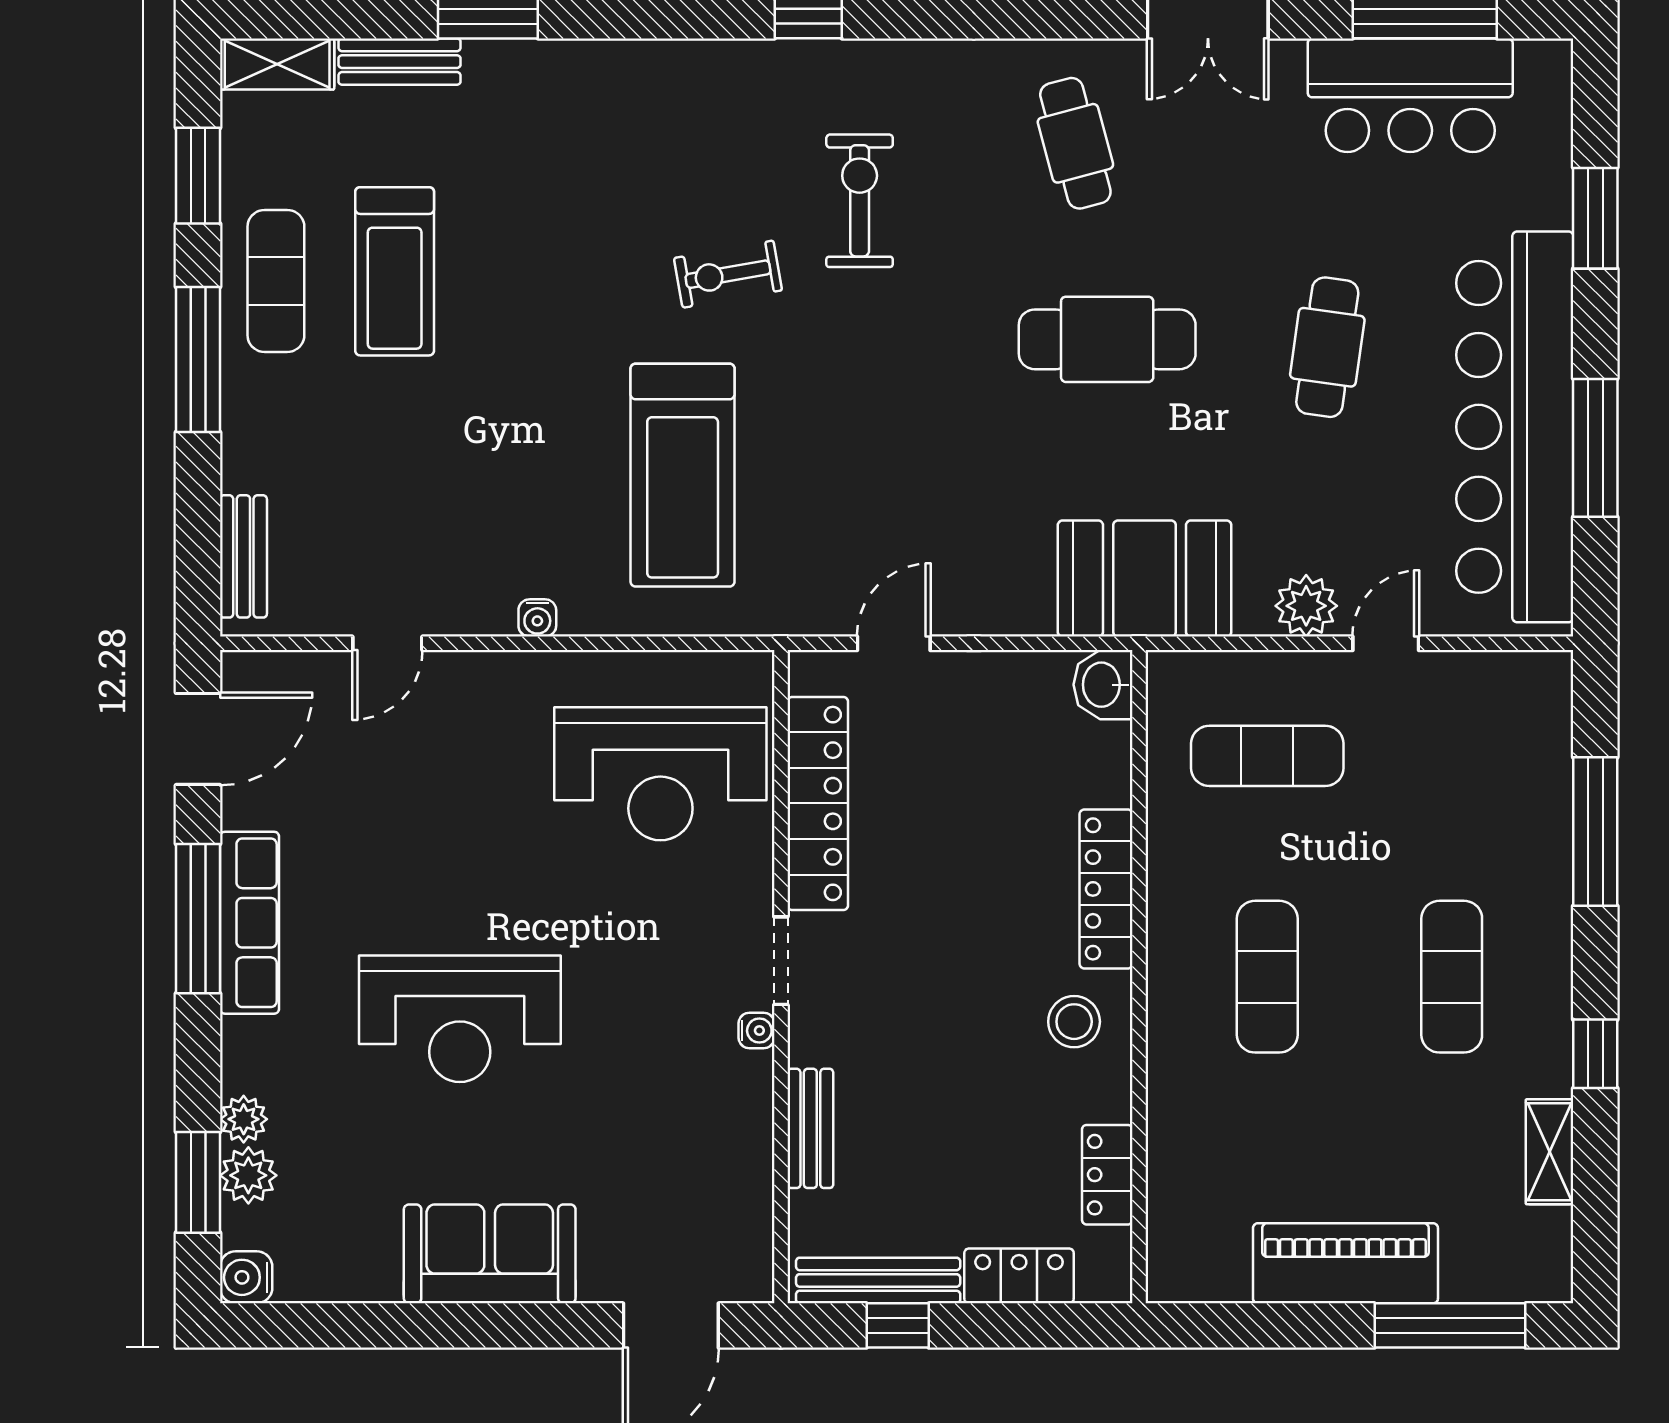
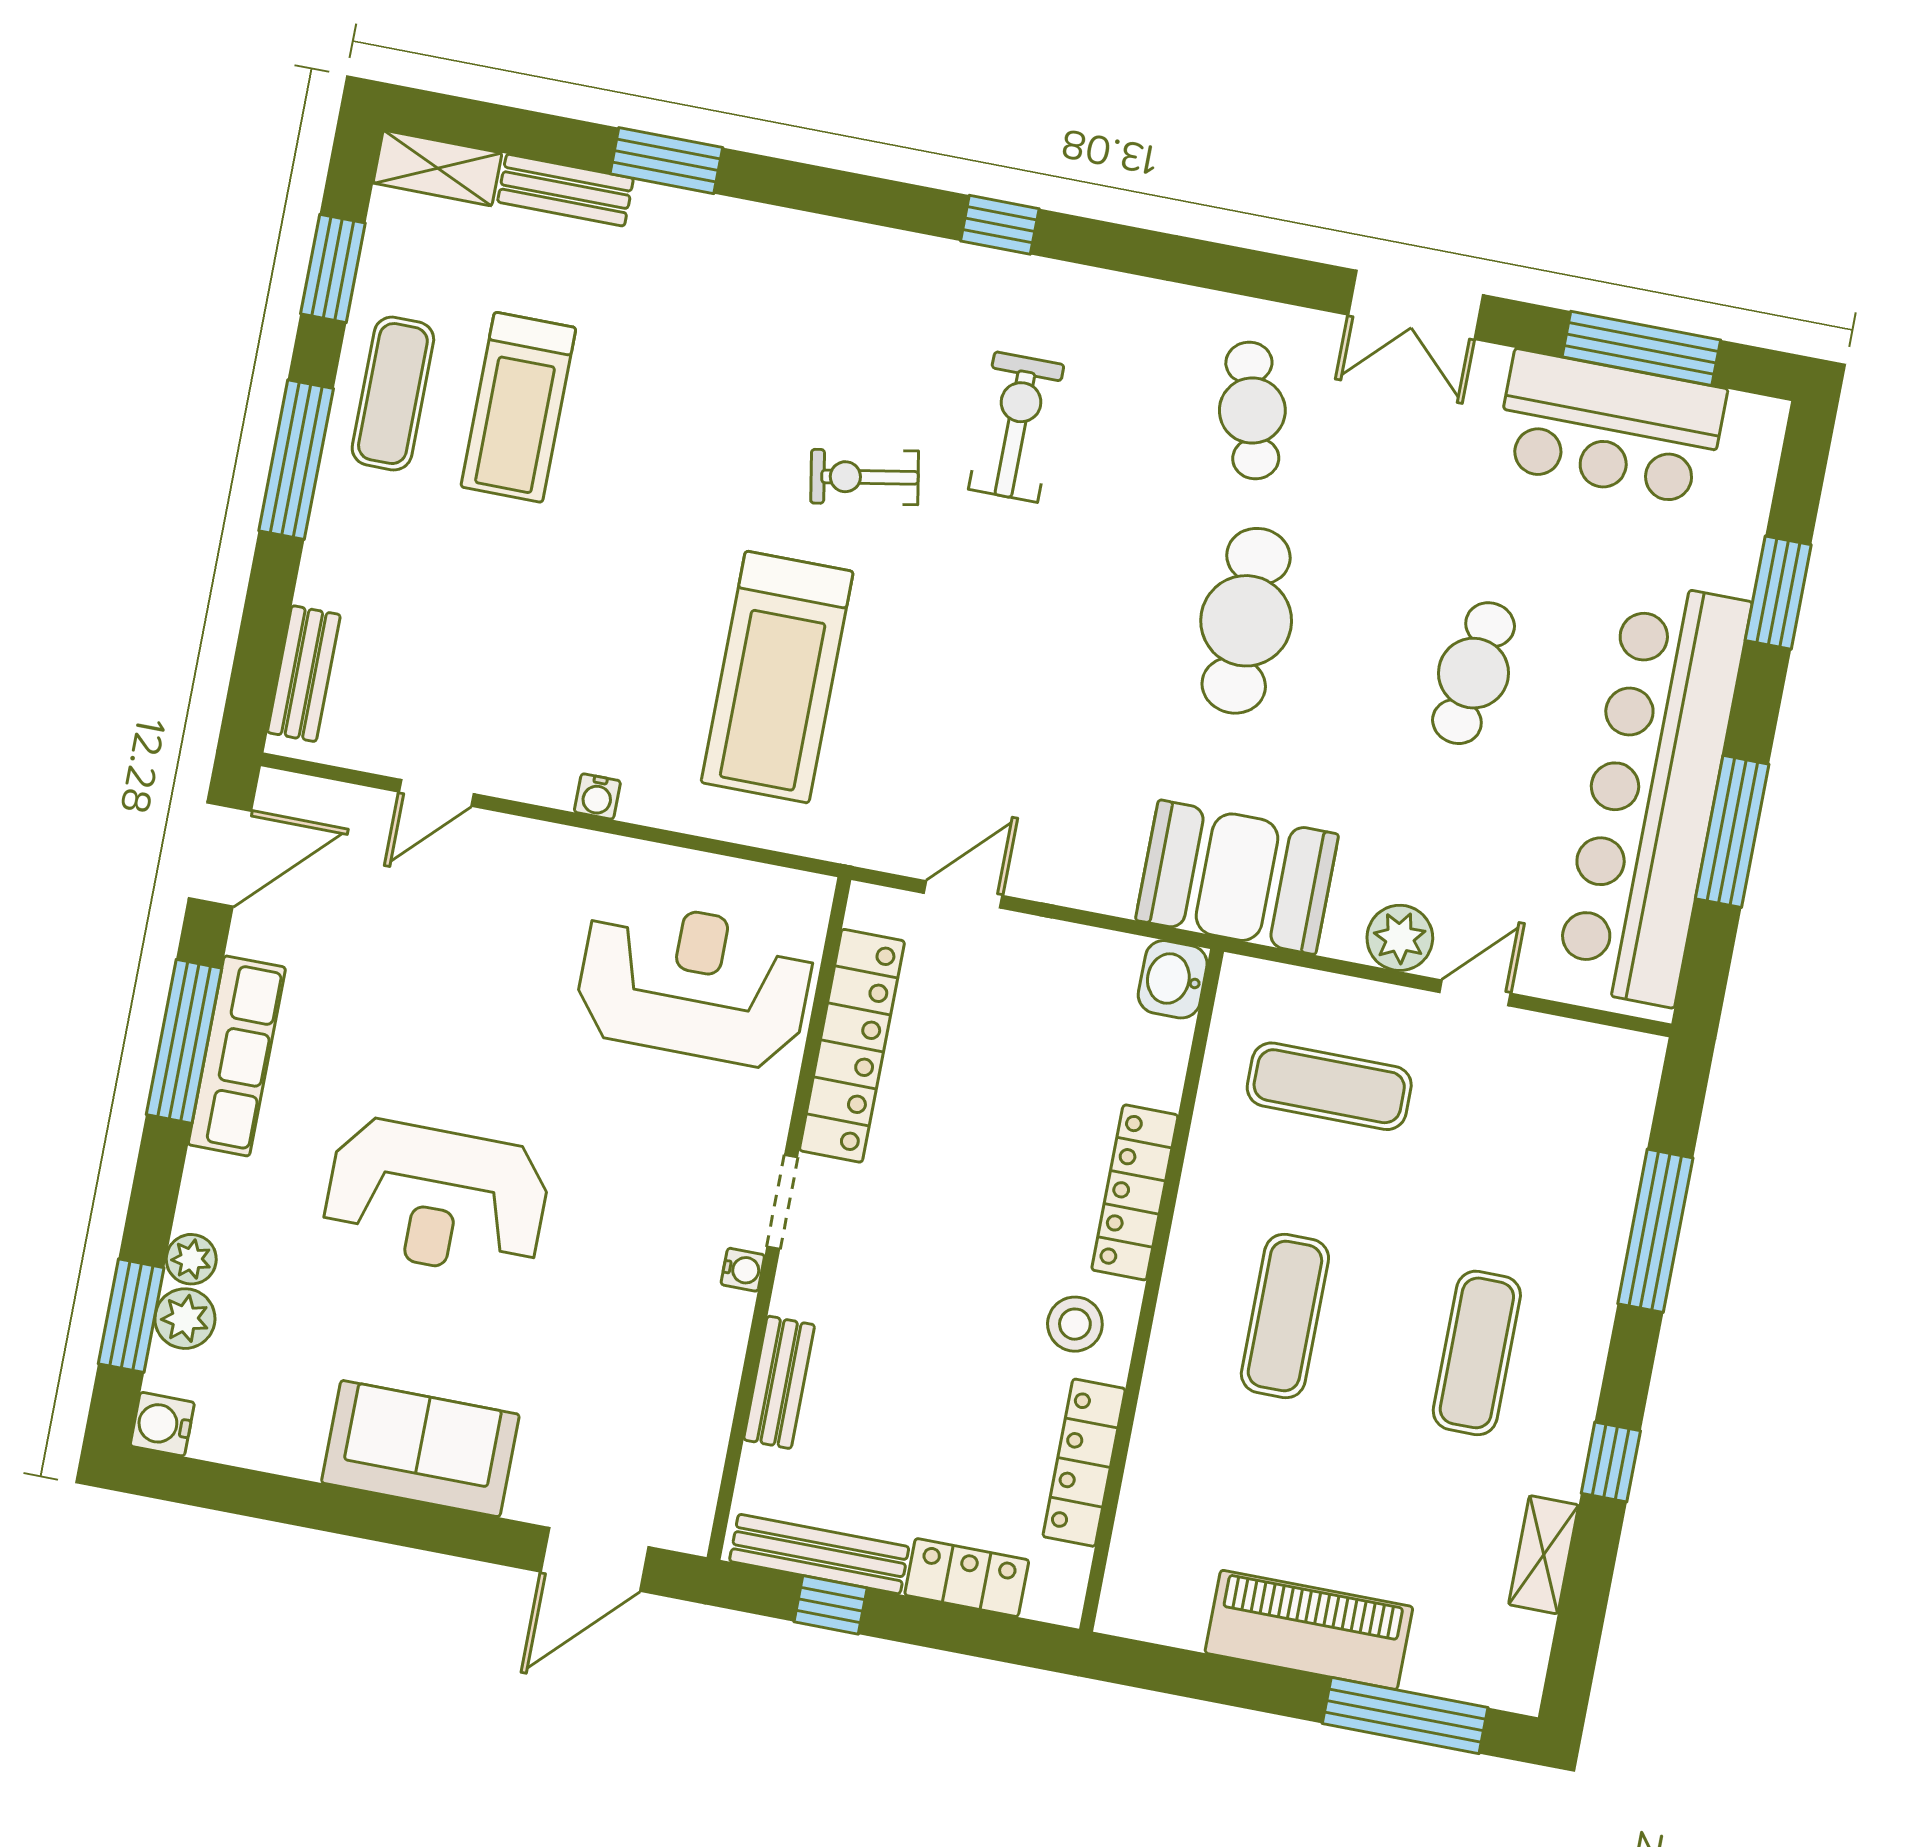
cafe table: (1107, 339) -> (1246, 621), turned 90
reception desk: (660, 774) -> (694, 983), turned 180
locker: (1107, 1175) -> (1084, 1463), width x1.53

